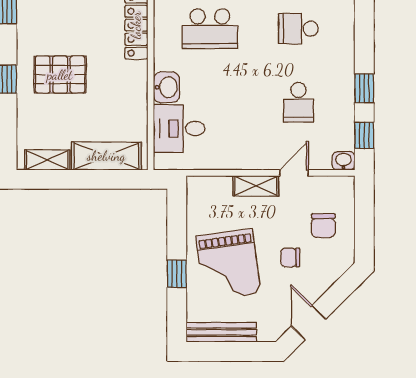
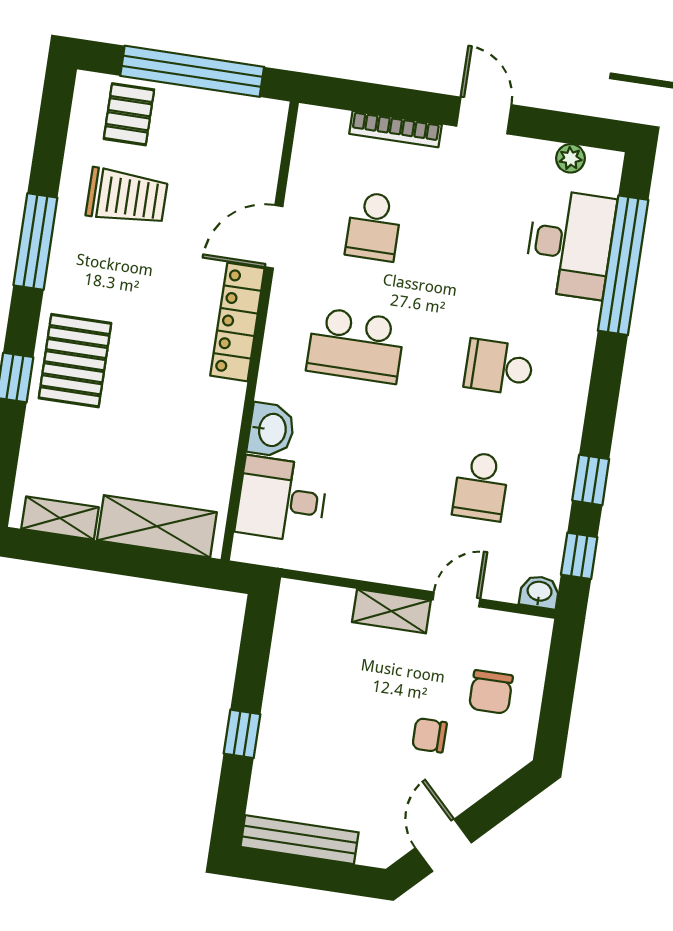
pallet: (60, 75) -> (75, 361), moved, turned 90
grand piano: (228, 265) -> (328, 732), removed

